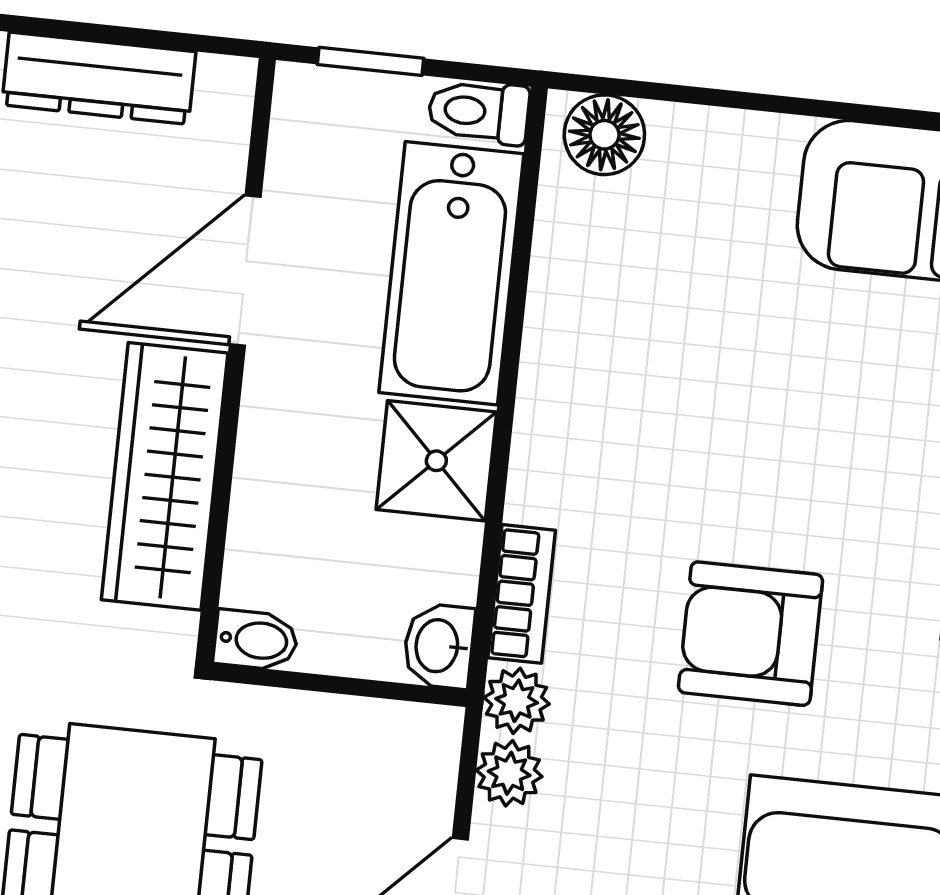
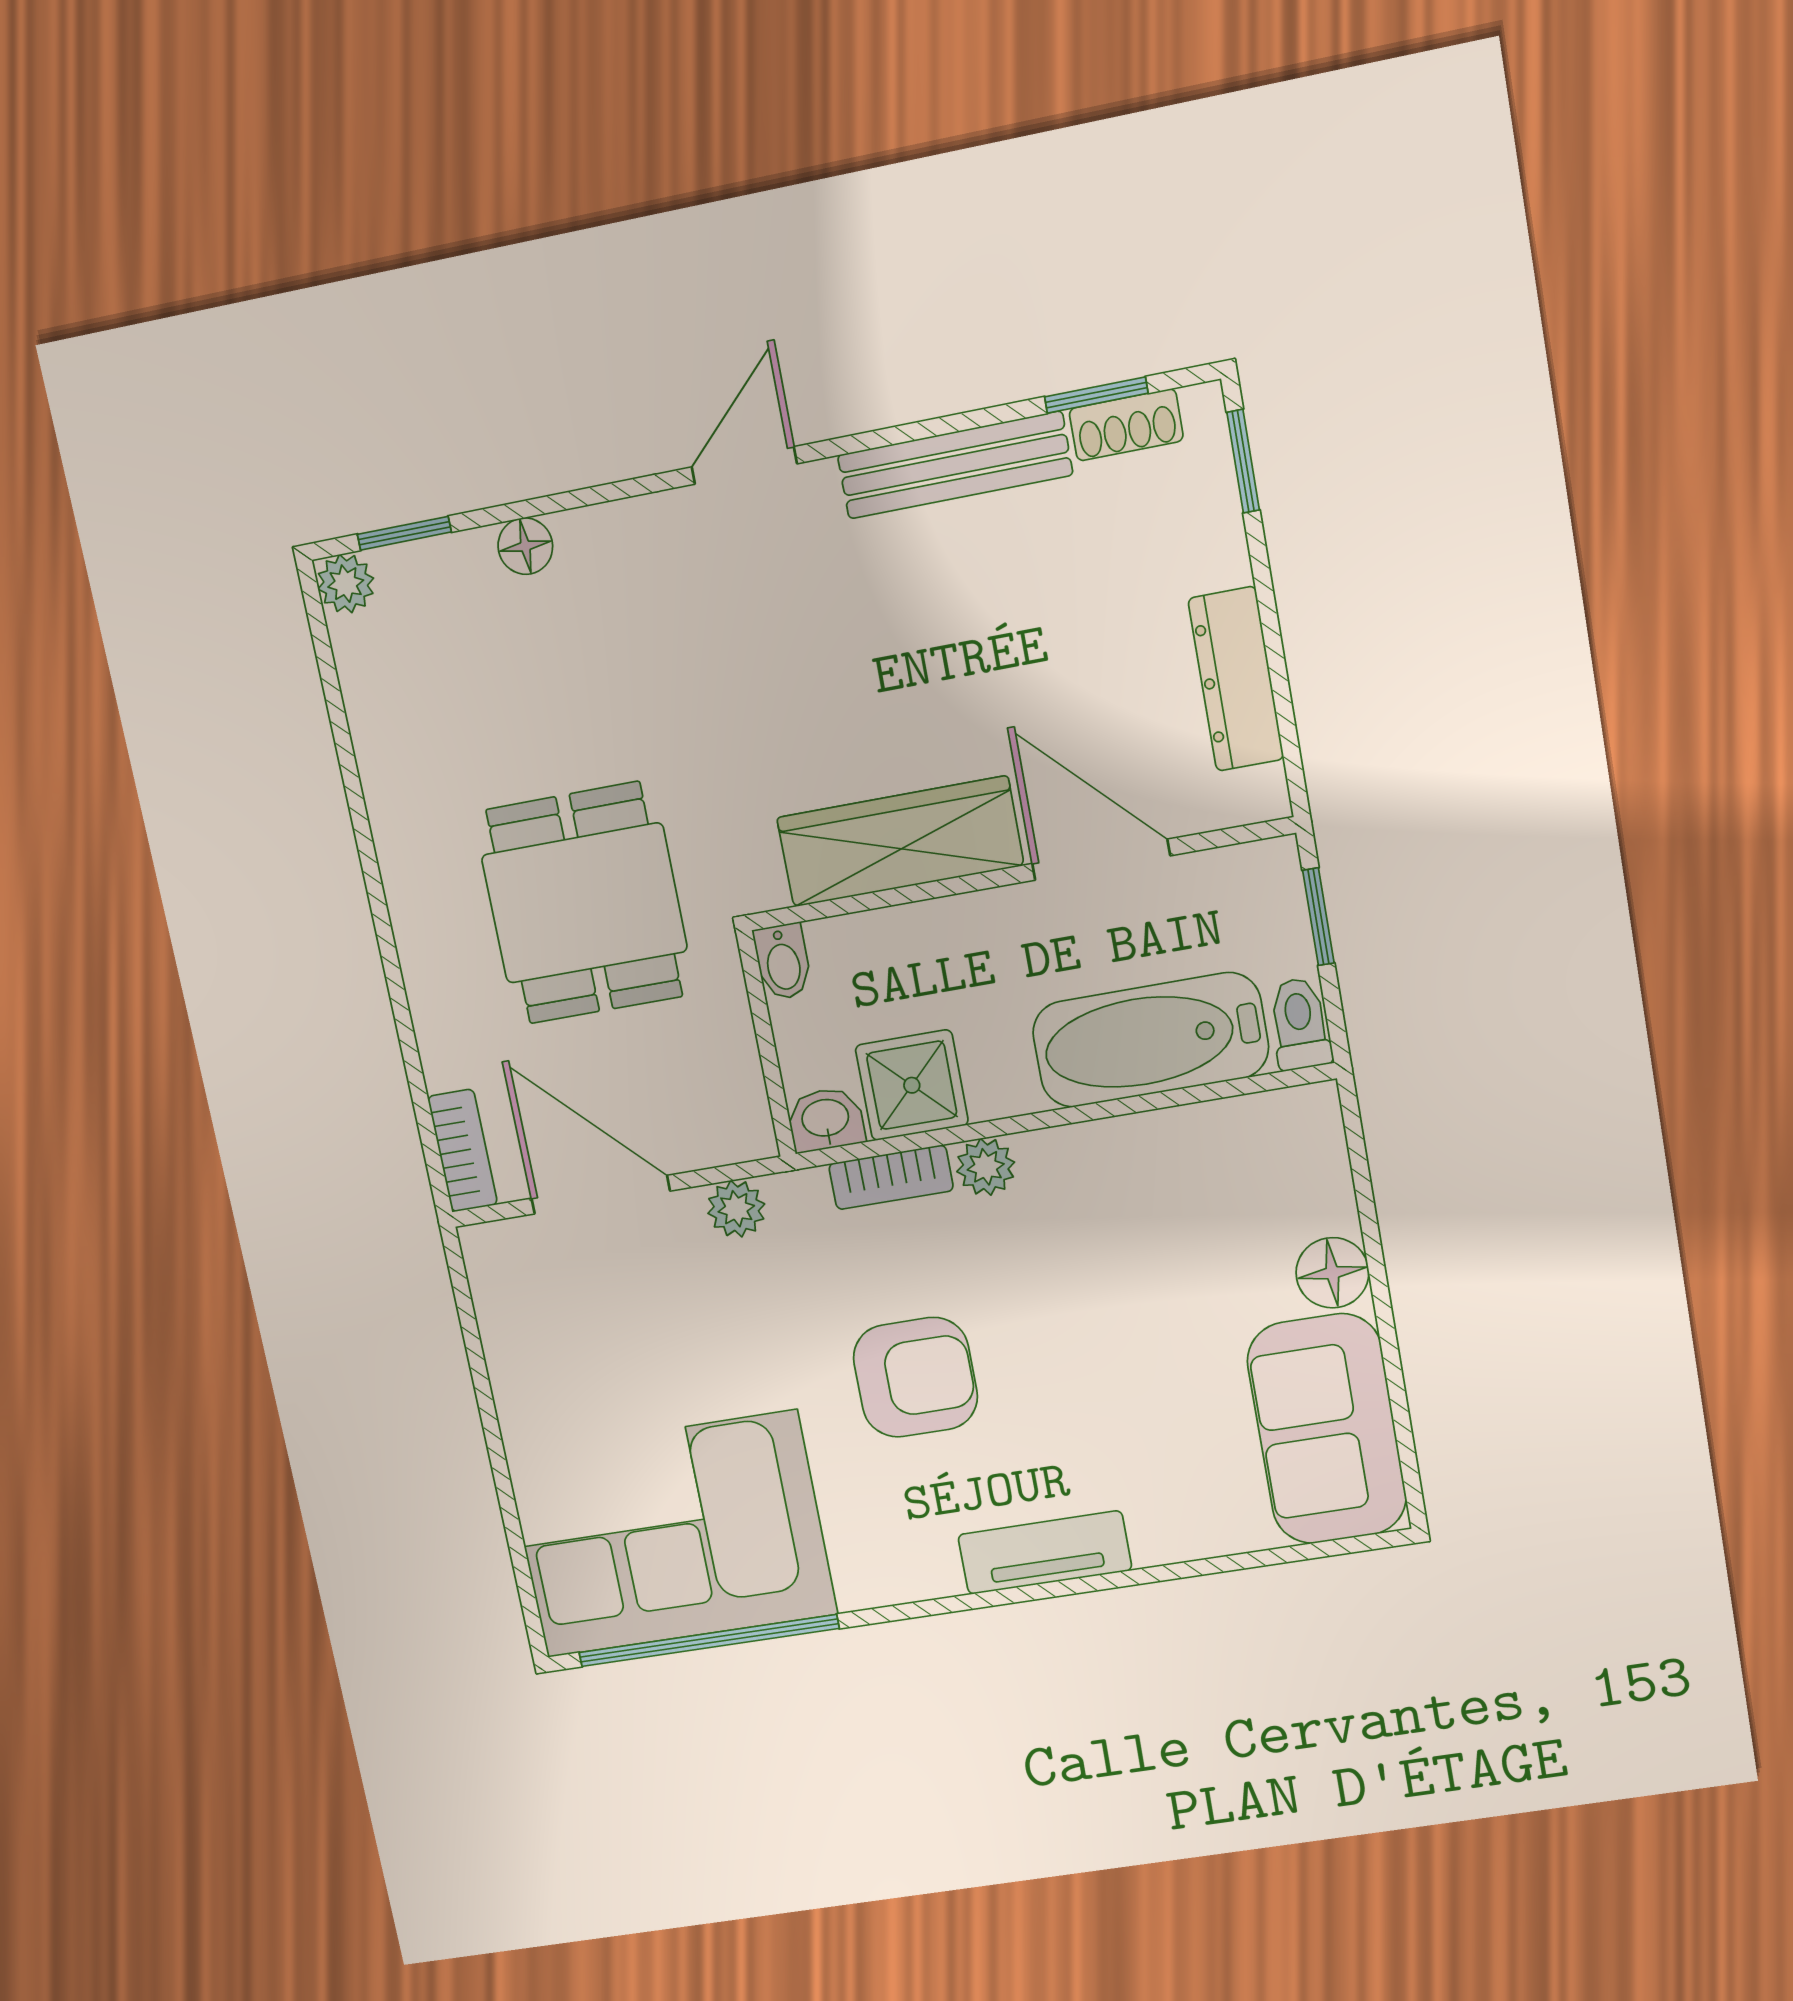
floor lamp: (604, 135) -> (1332, 1273), moved
shower: (436, 461) -> (912, 1085), moved
armchair: (751, 634) -> (915, 1377), turned 90
plant: (517, 701) -> (986, 1167), moved

